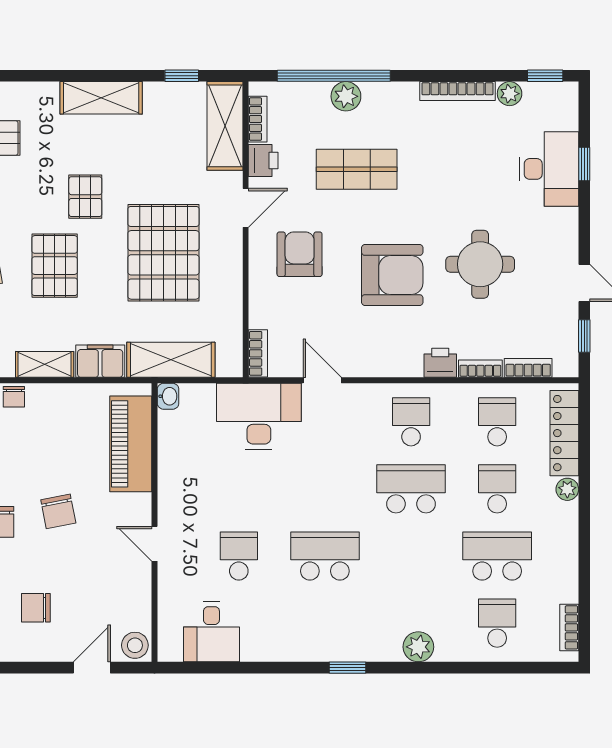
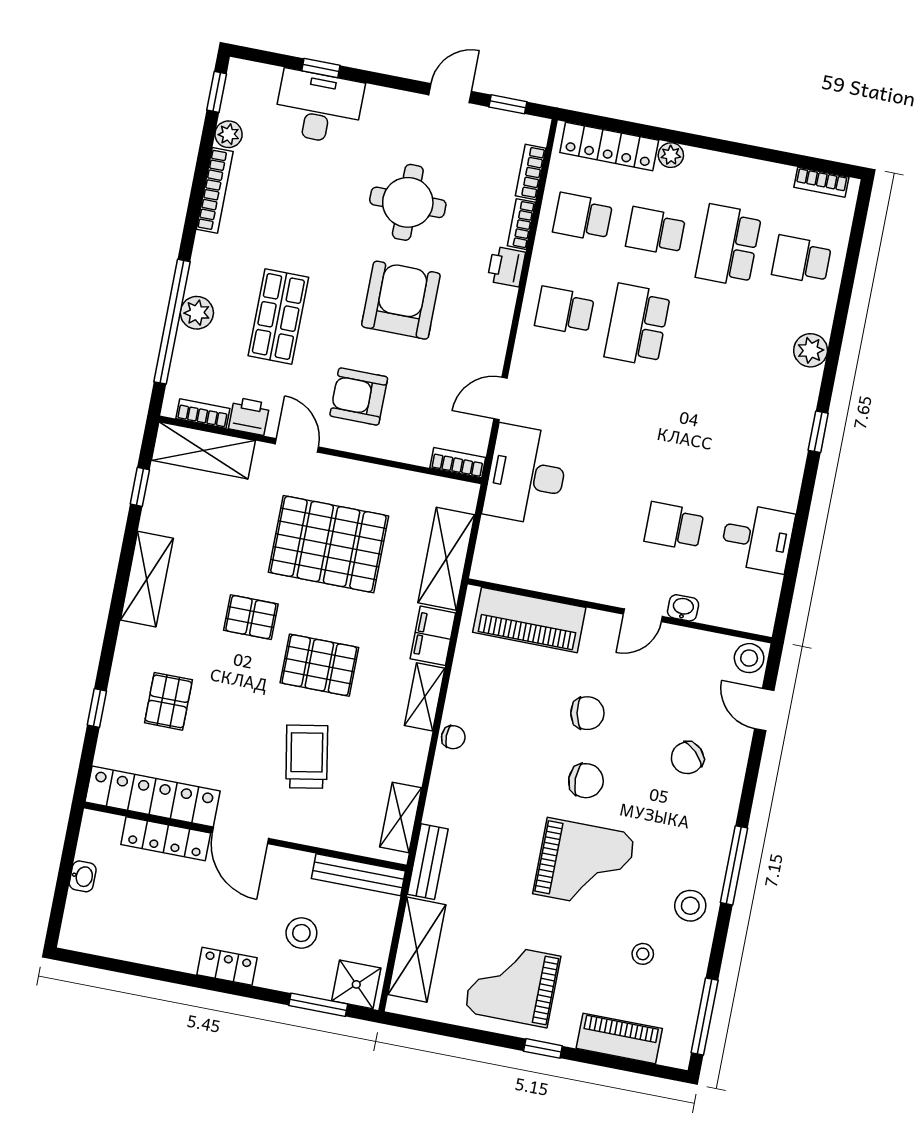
washbasin: (168, 396) -> (683, 608), moved
school desk: (325, 556) -> (692, 433), removed
chair: (36, 608) -> (687, 758), turned 44
desk: (211, 632) -> (757, 538), moved

